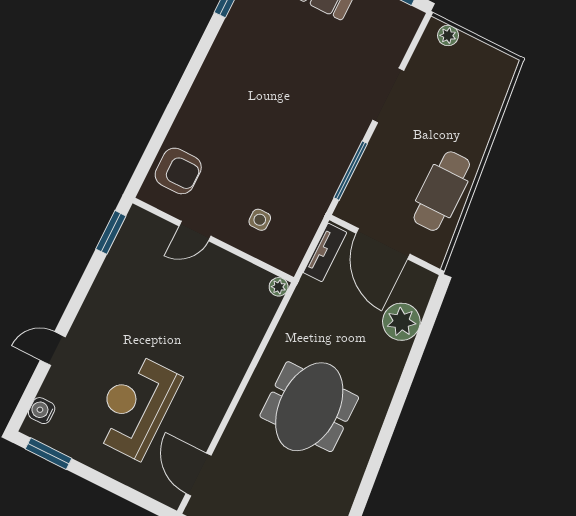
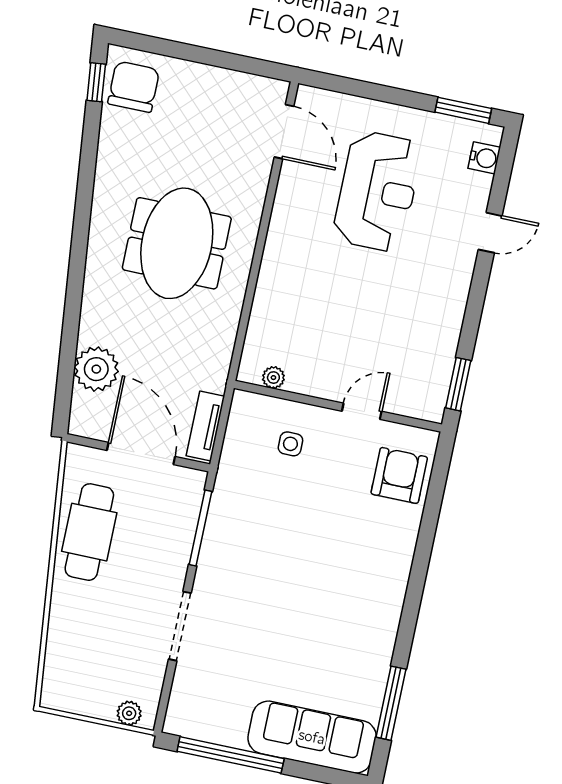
armchair: (178, 171) -> (399, 475), turned 90
plant: (279, 287) -> (273, 378), moved

